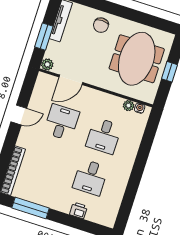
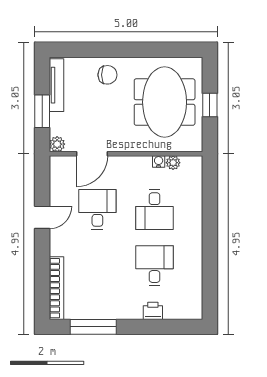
chair: (101, 25) -> (107, 75), turned -90
water cooler: (140, 108) -> (159, 162), moved
desk: (90, 177) -> (155, 266), turned 180

